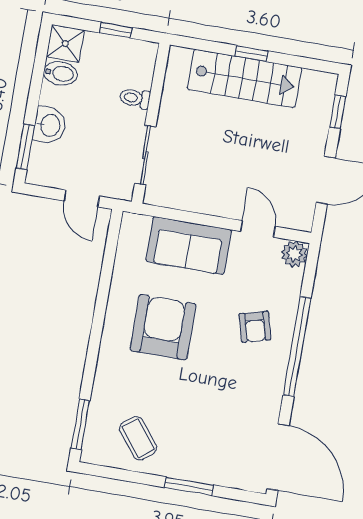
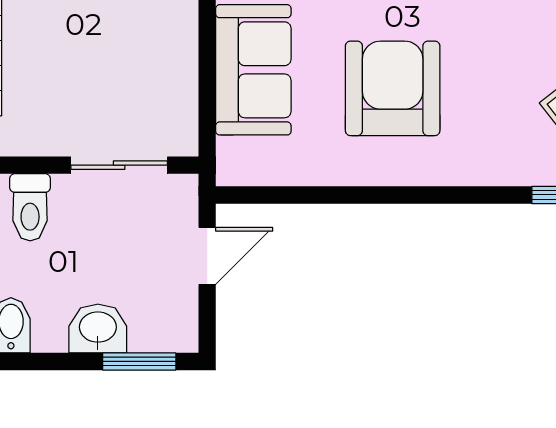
toilet: (135, 98) -> (30, 207), width x1.37, depth x1.39
armchair: (163, 327) -> (393, 88), turned 90

